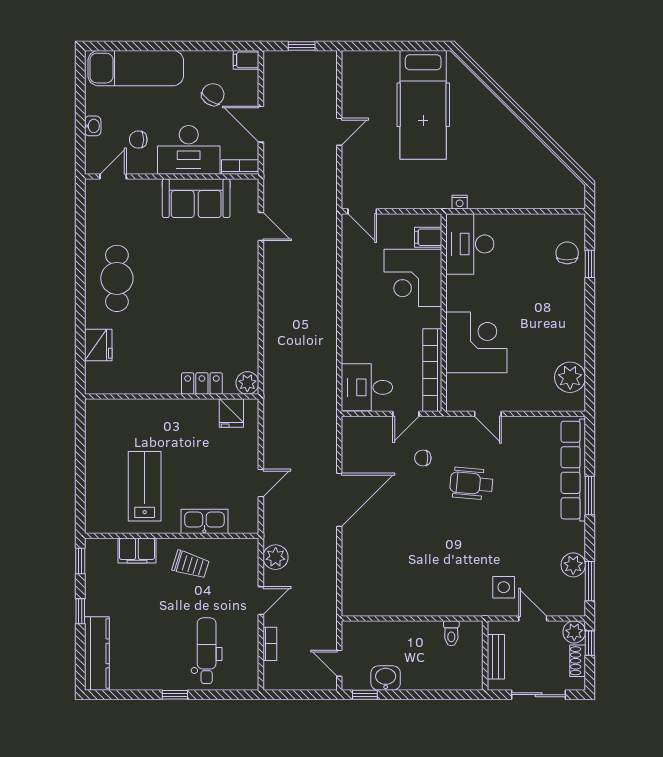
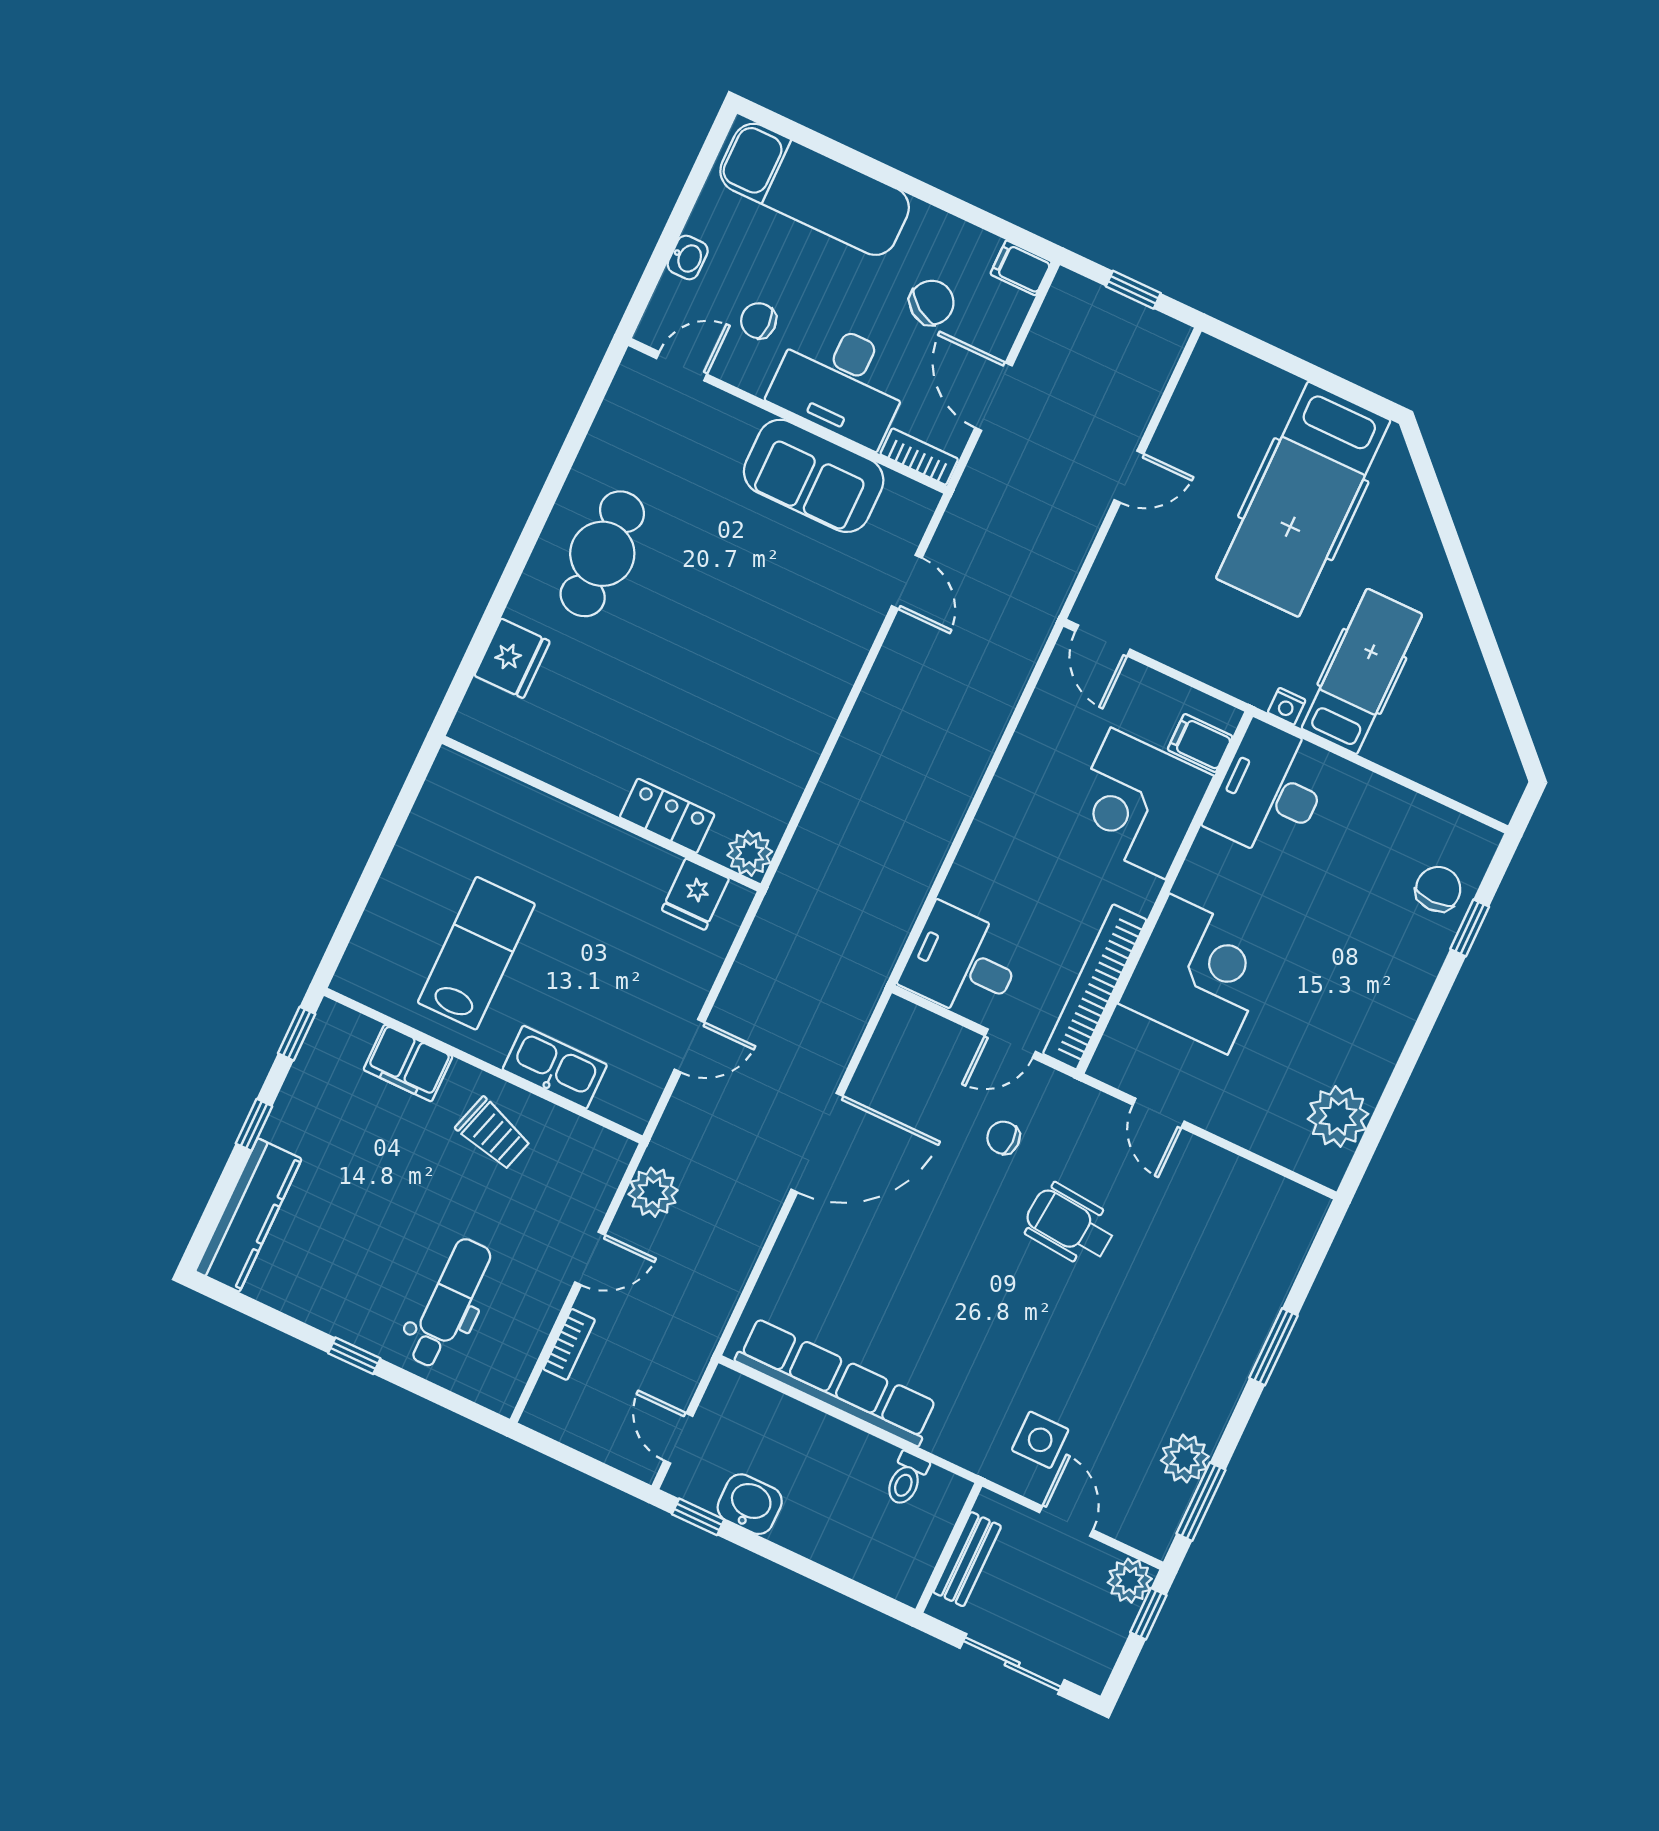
hospital bed: (486, 170) -> (1362, 671), added
row of seats: (573, 470) -> (836, 1382), moved, turned 90
shoe rack: (578, 661) -> (1112, 1636), removed

